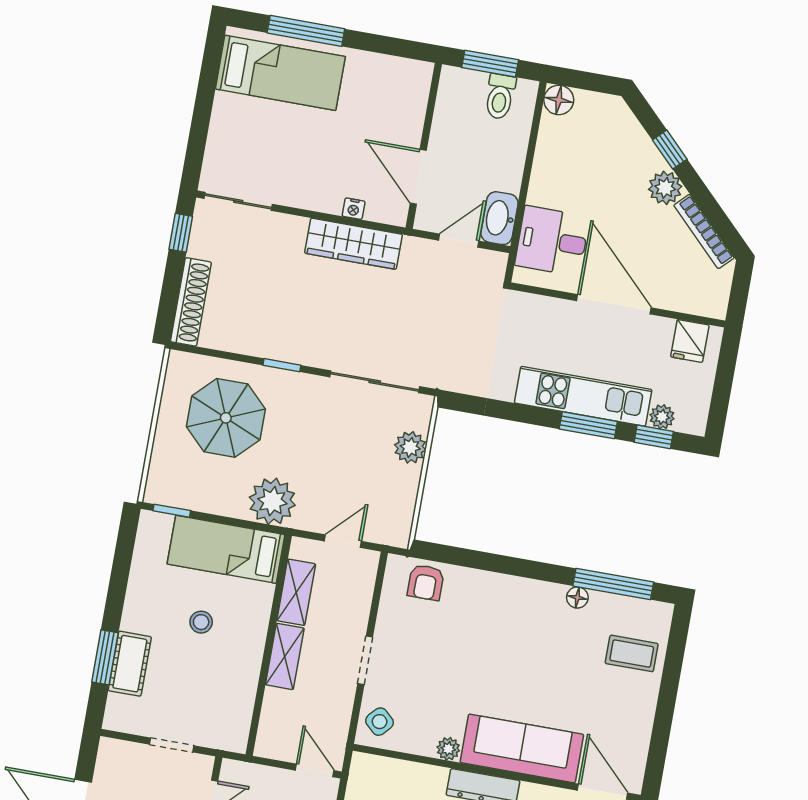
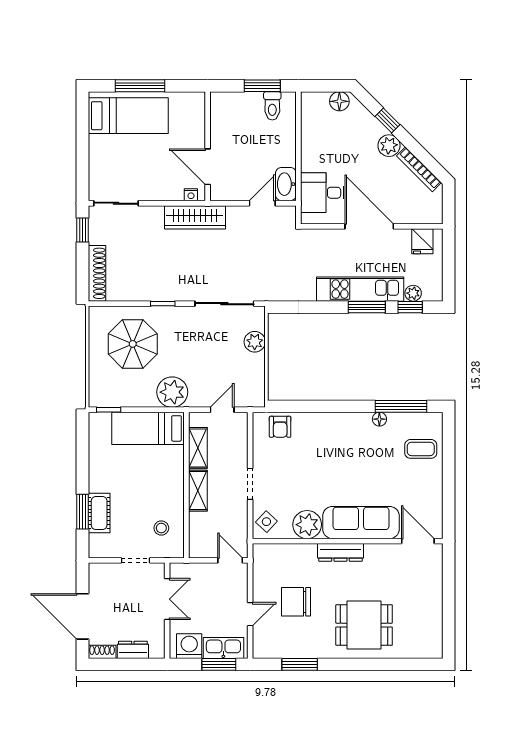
floor lamp: (559, 100) -> (339, 101), moved
wall: (424, 146) -> (208, 146), moved
door: (418, 177) -> (208, 167), moved
stool: (201, 622) -> (161, 528), moved
plant: (448, 749) -> (307, 525), width x1.88, depth x1.88

